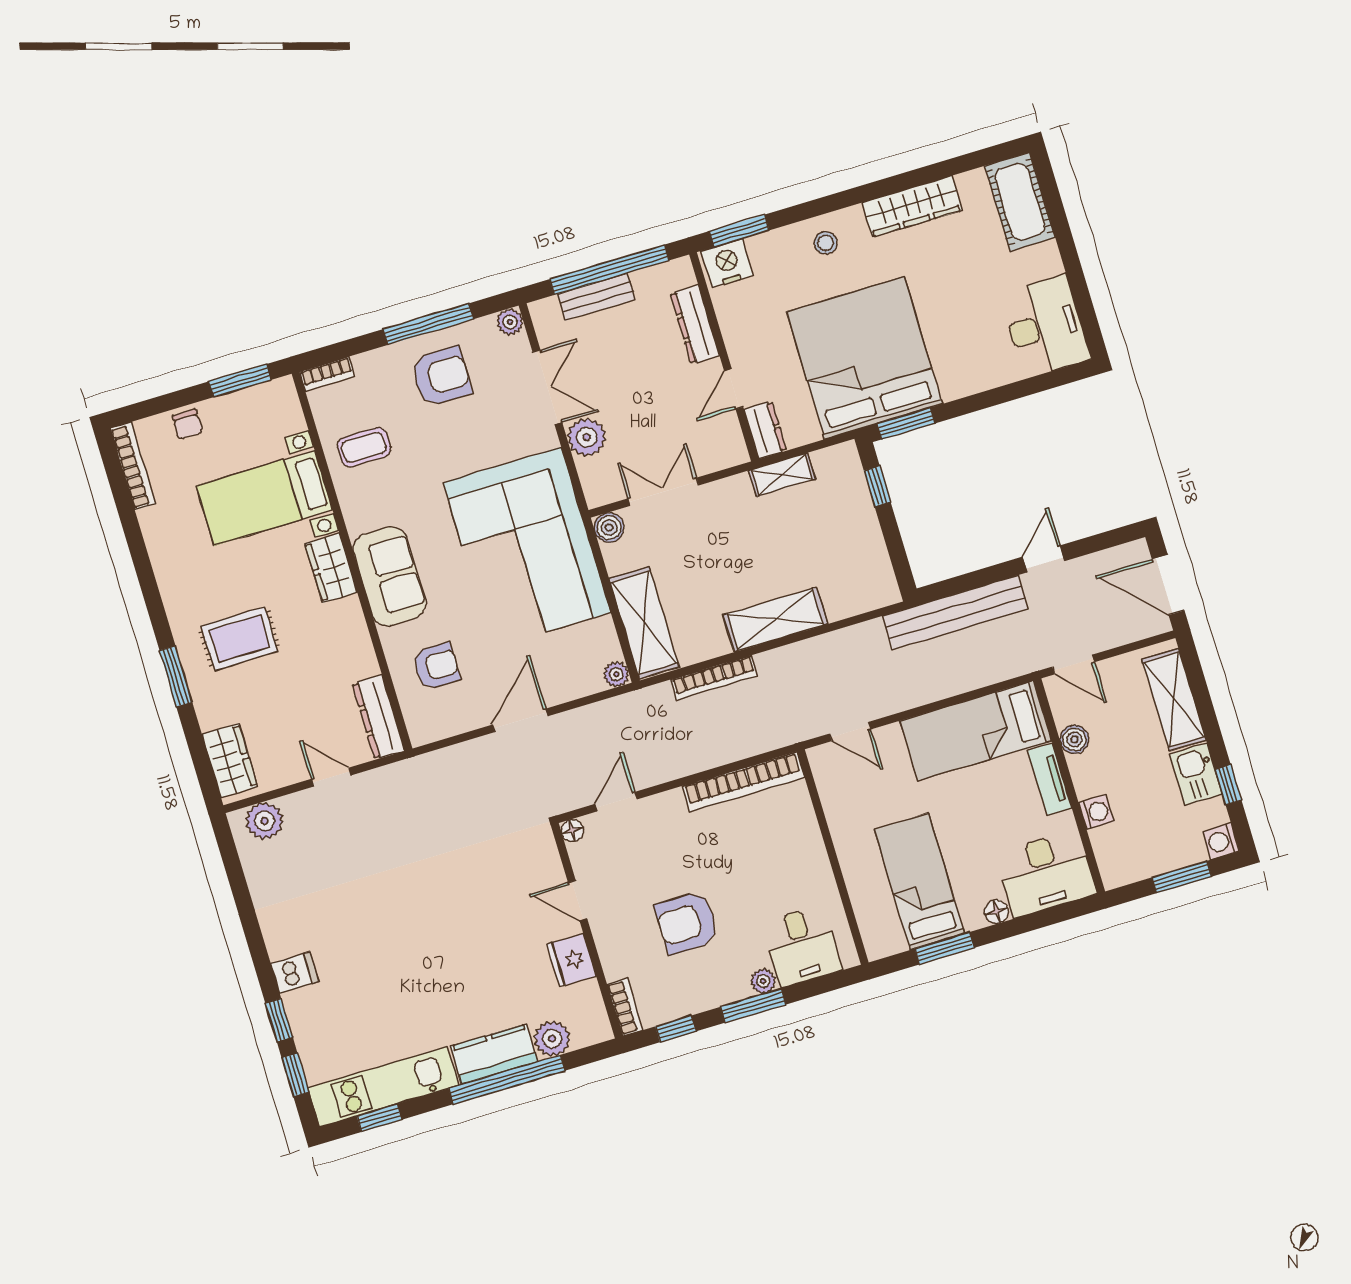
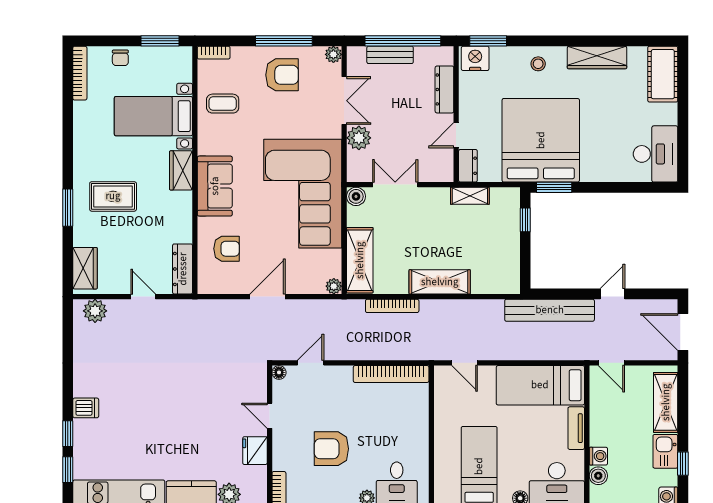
boiler: (1074, 739) -> (598, 476), moved

